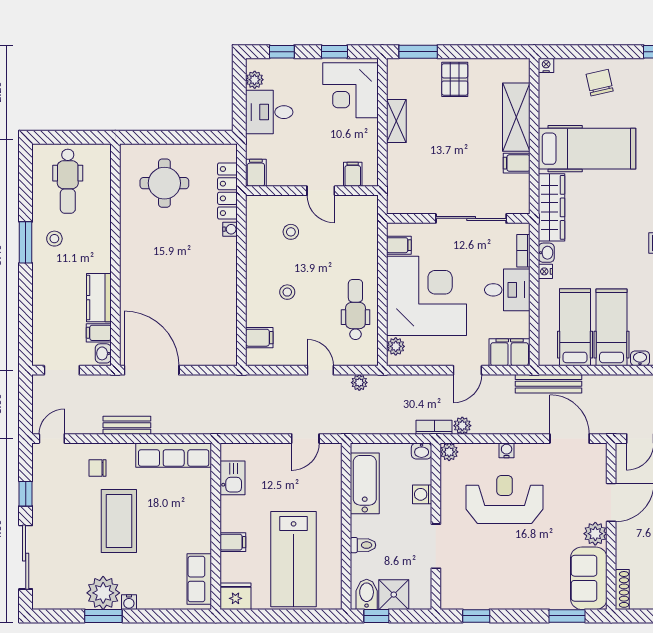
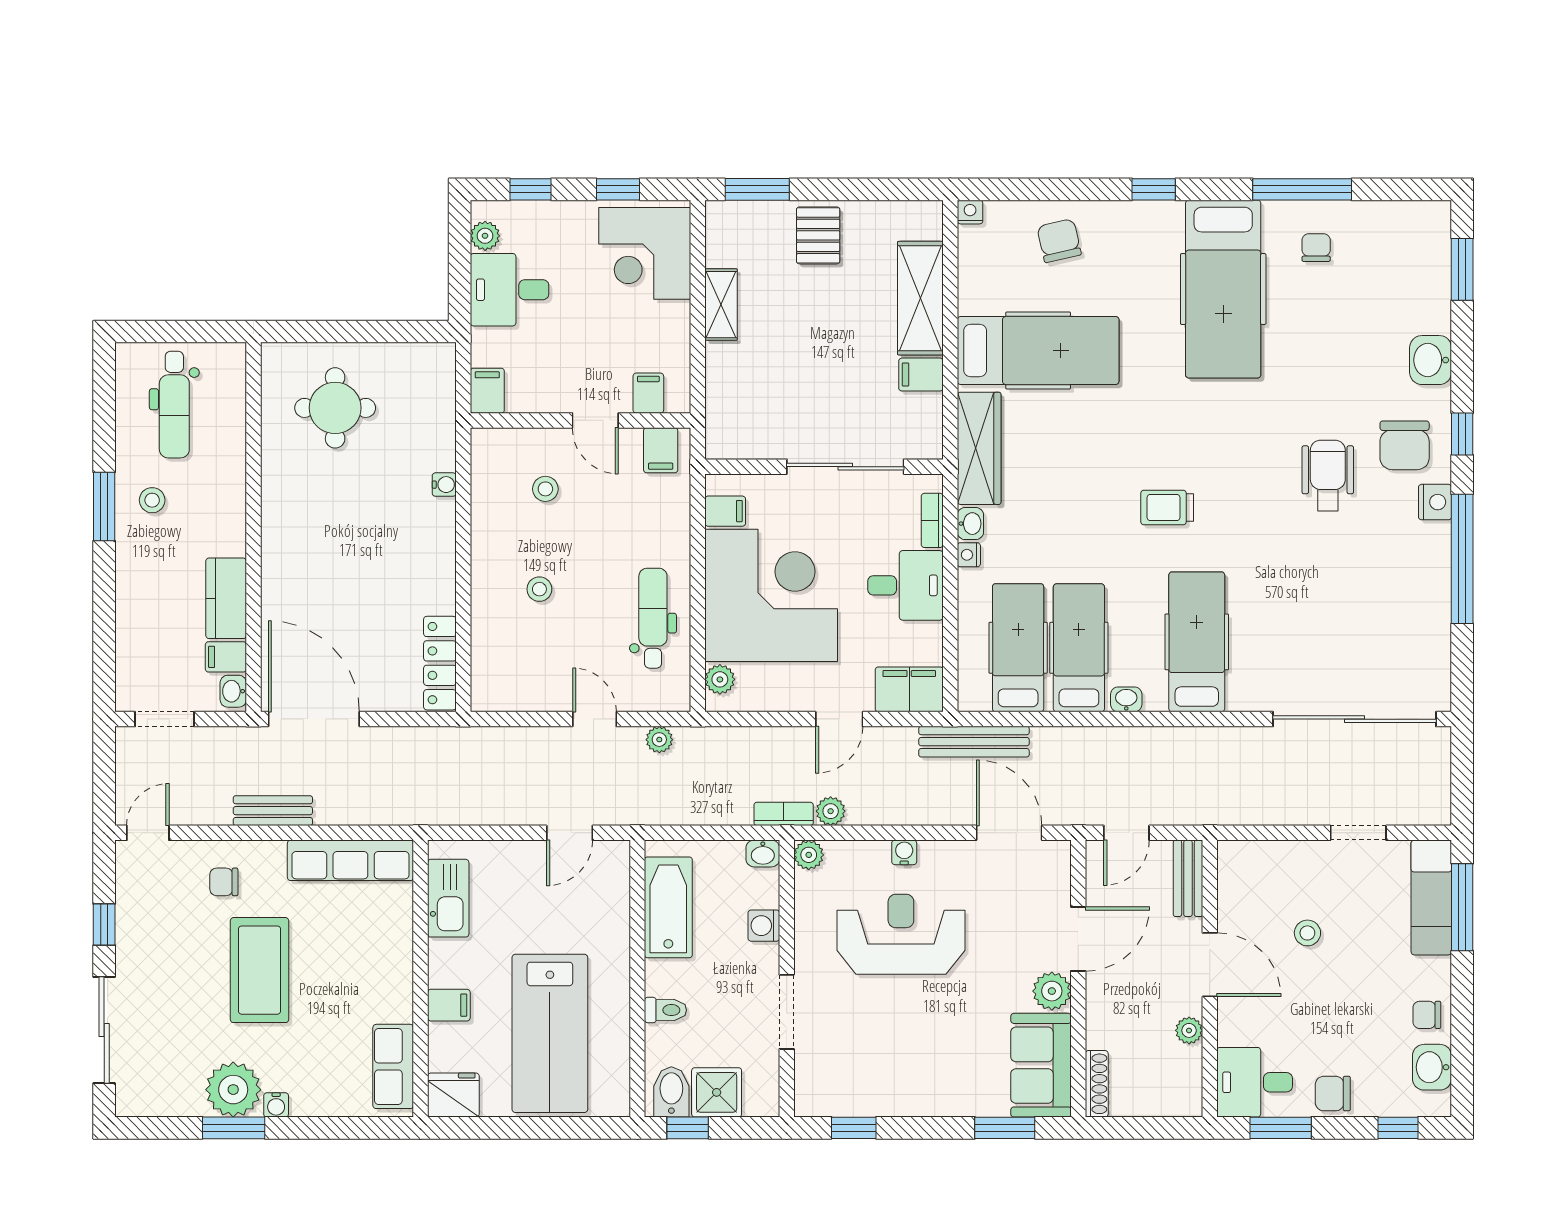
locker: (227, 191) -> (440, 663), moved
filing cabinet: (259, 338) -> (661, 450), moved, turned 90
kitchen sink: (232, 478) -> (448, 898), width x1.38

